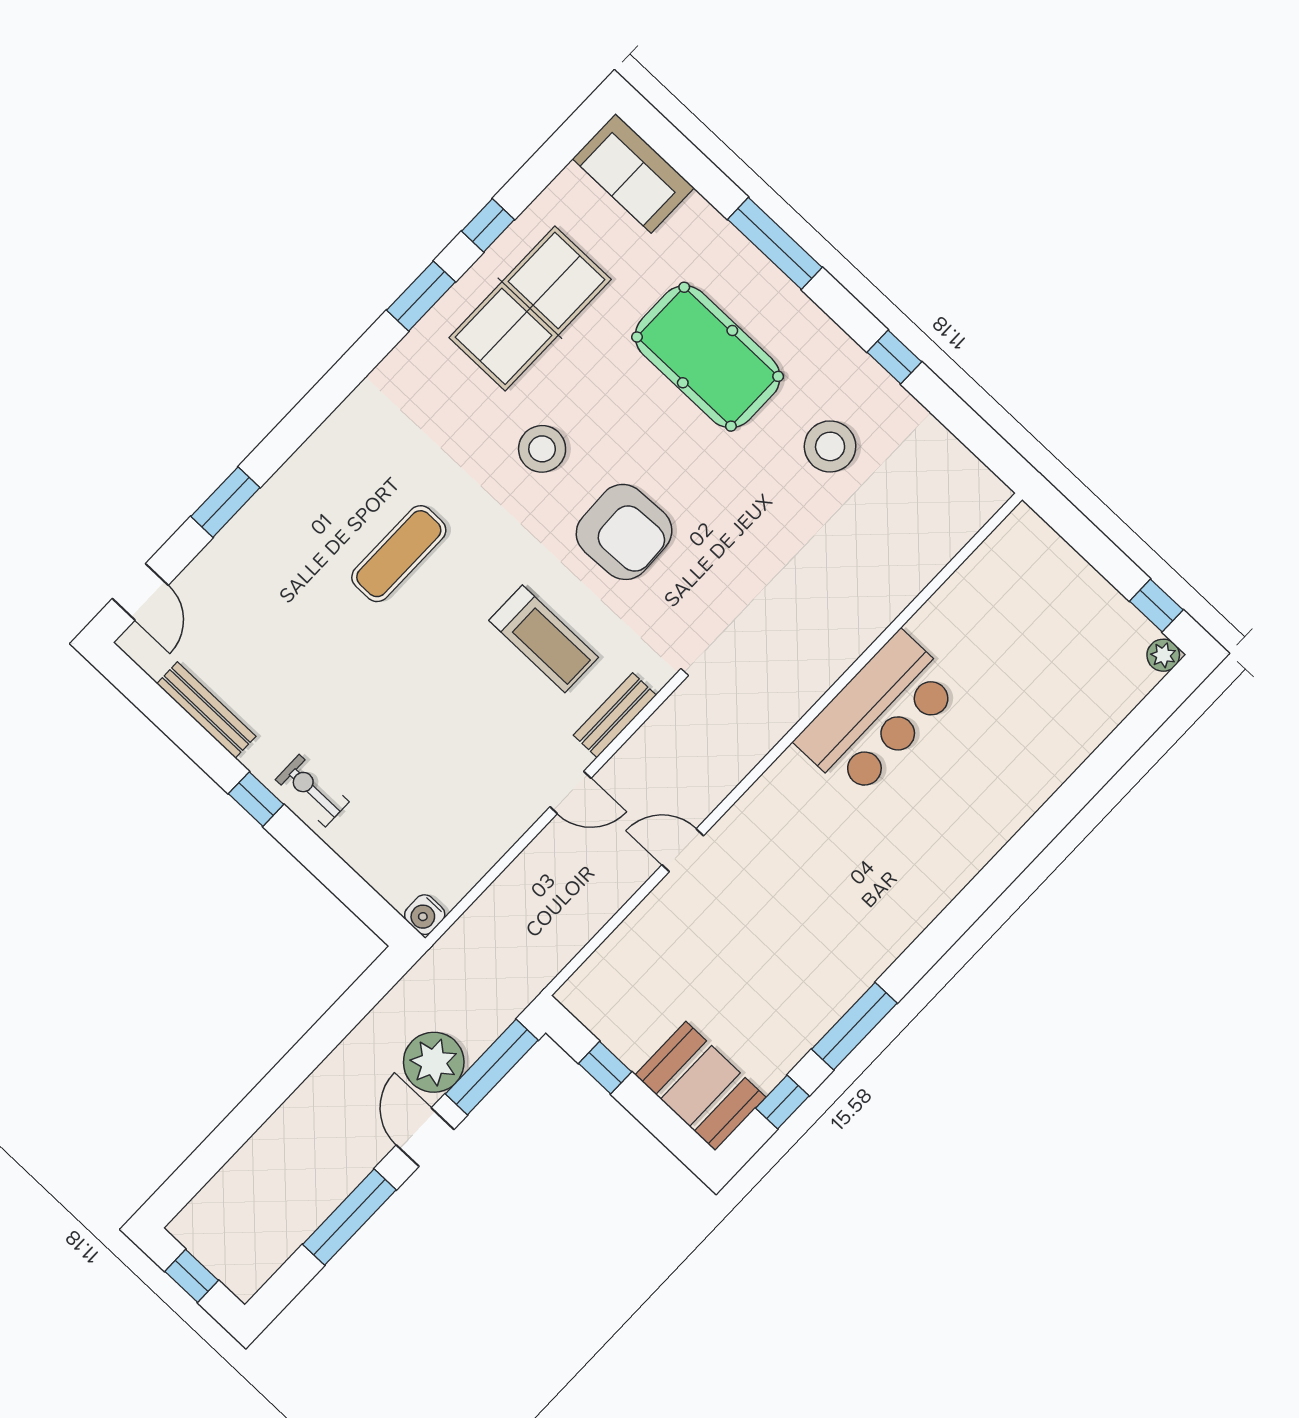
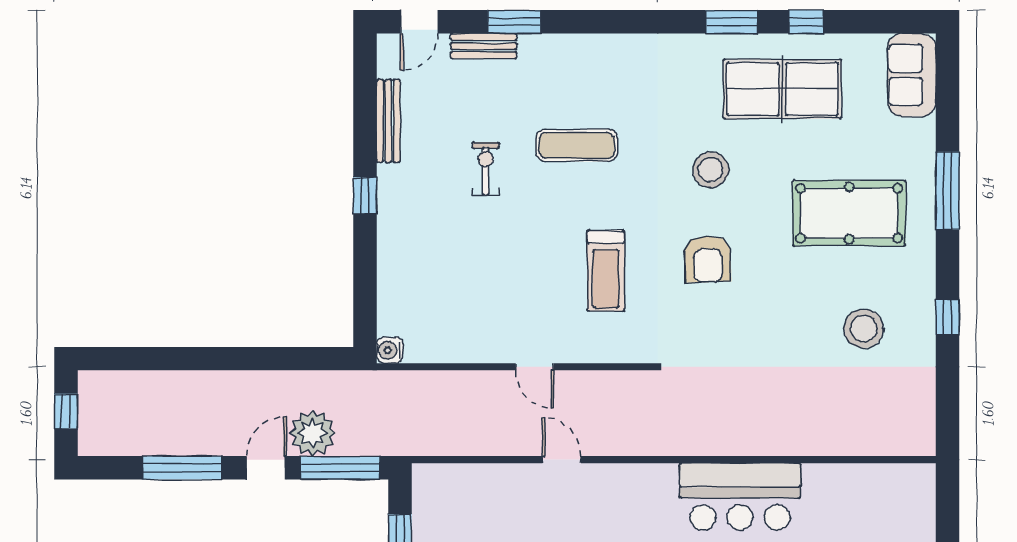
pool table: (708, 357) -> (849, 213), turned 90
armchair: (624, 532) -> (708, 259), width x0.73, depth x0.73
bench: (615, 715) -> (484, 46), moved
exercise bike: (312, 791) -> (486, 169), moved

